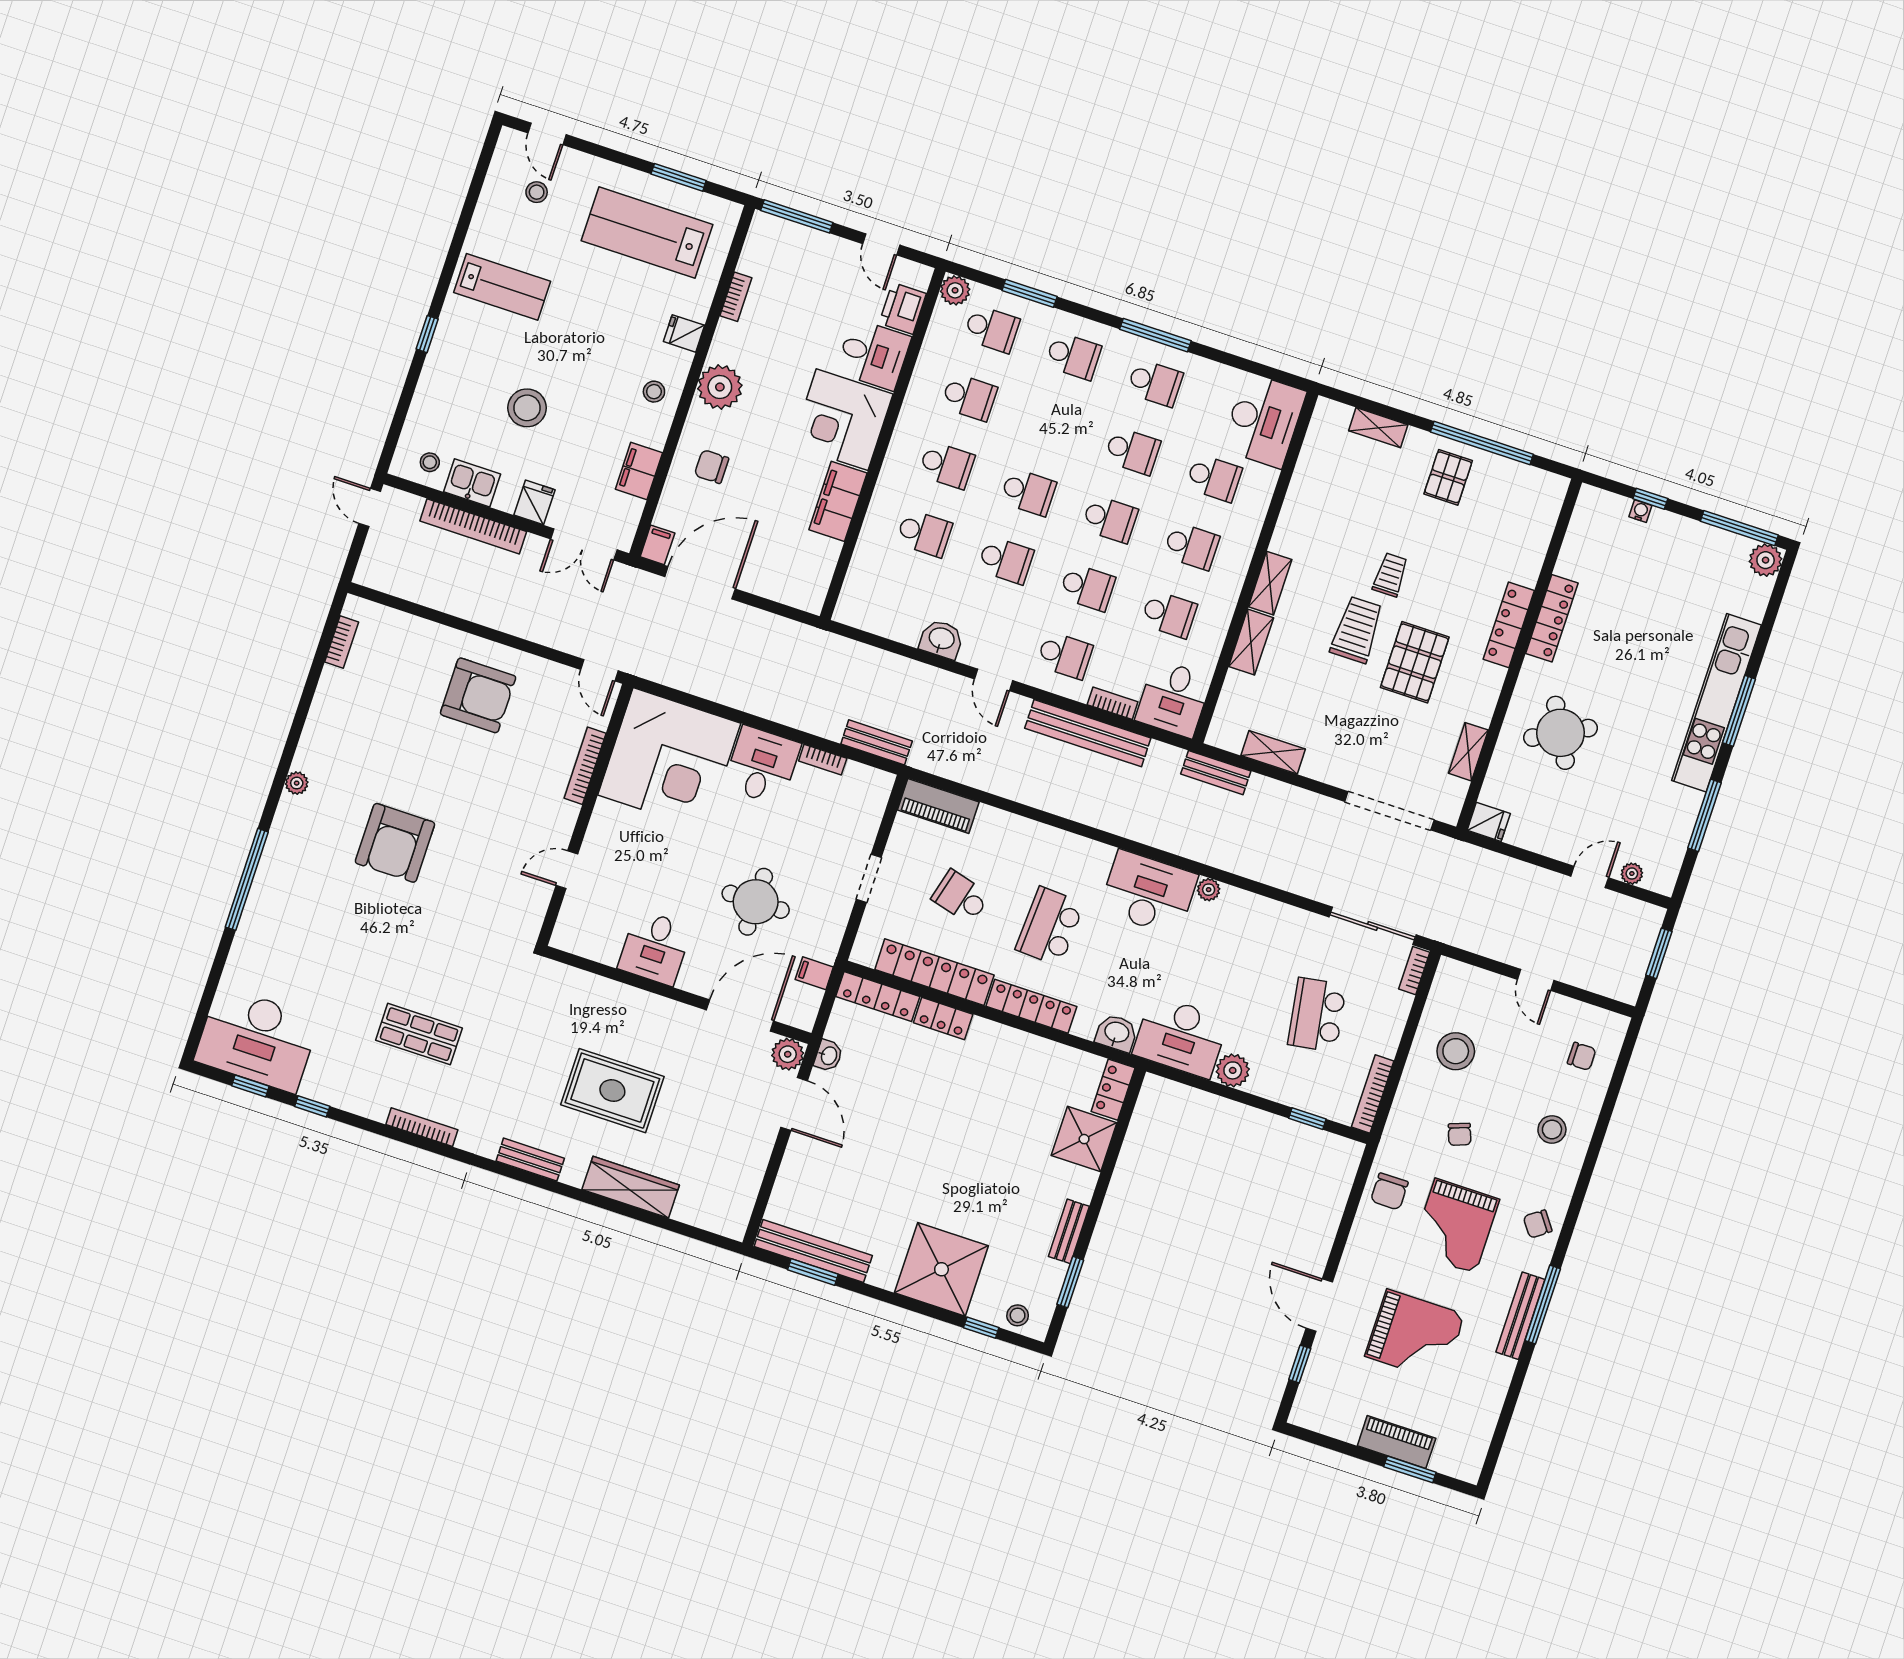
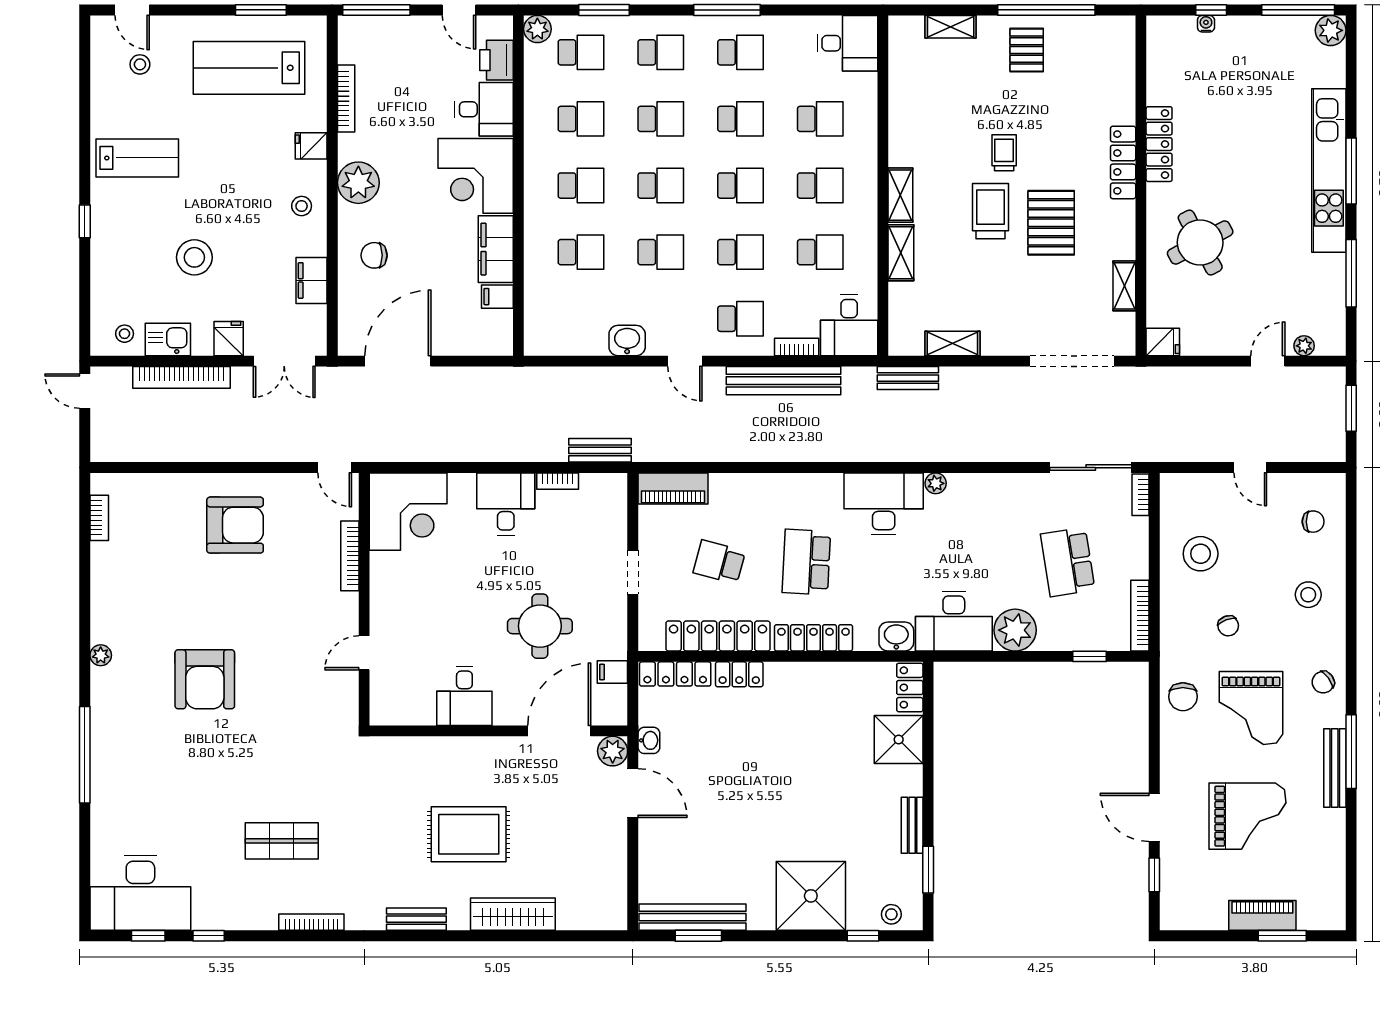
bookcase: (736, 297) -> (346, 99), width x1.56
desk: (1264, 420) -> (847, 43), width x0.73
school desk: (1051, 424) -> (661, 119), added
filing cabinet: (657, 545) -> (497, 297), moved, turned -90
corner desk: (669, 759) -> (408, 512), width x0.74, depth x0.74
plant: (1233, 1070) -> (1015, 630), width x1.36, depth x1.36

